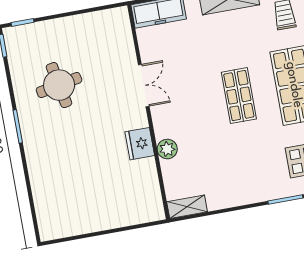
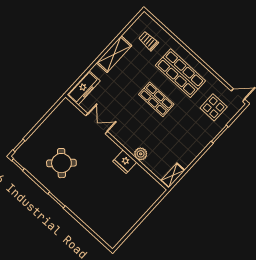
round table: (59, 85) -> (61, 163), turned -33
double door: (144, 86) -> (97, 124), moved

